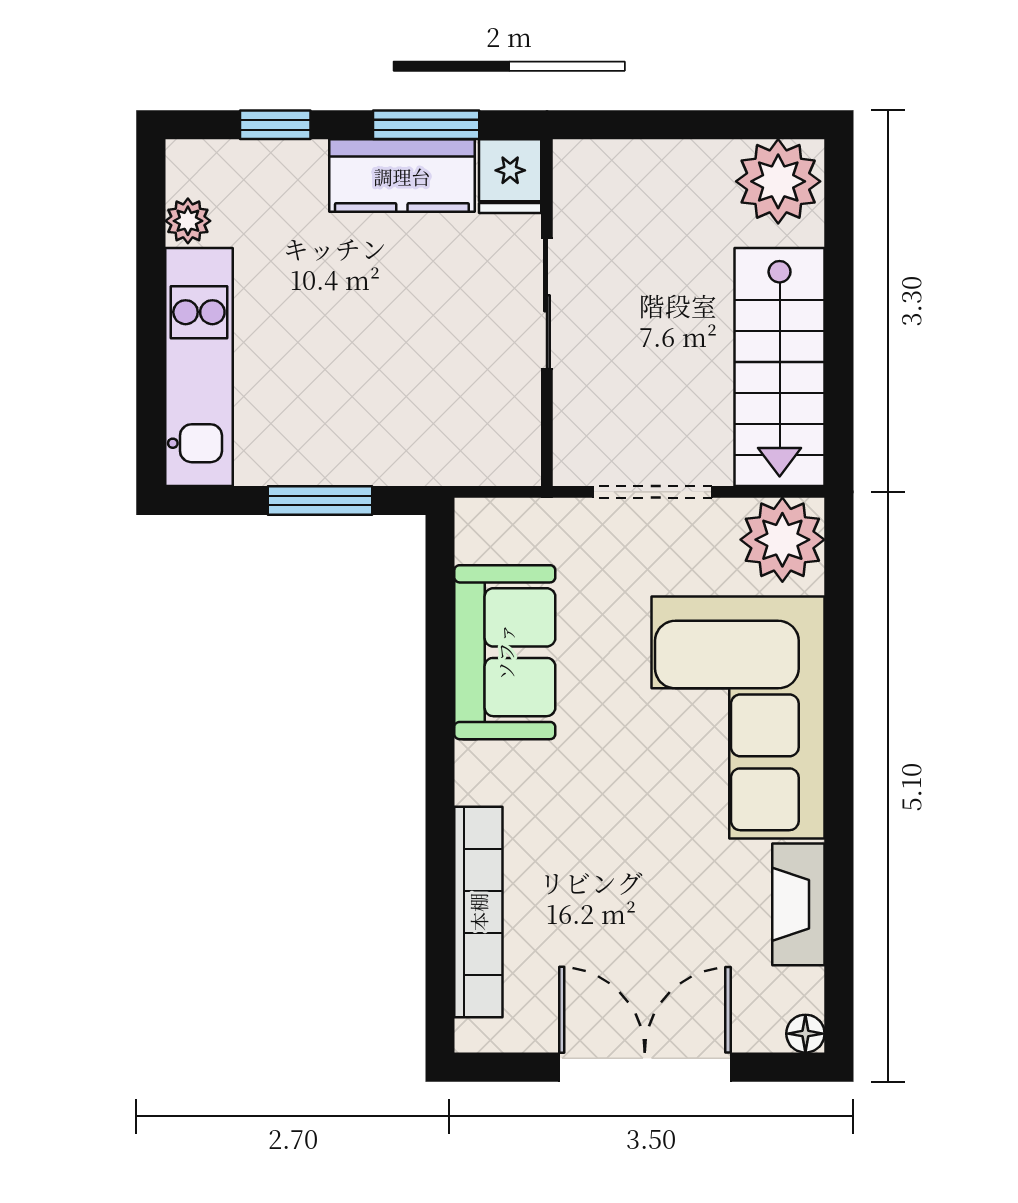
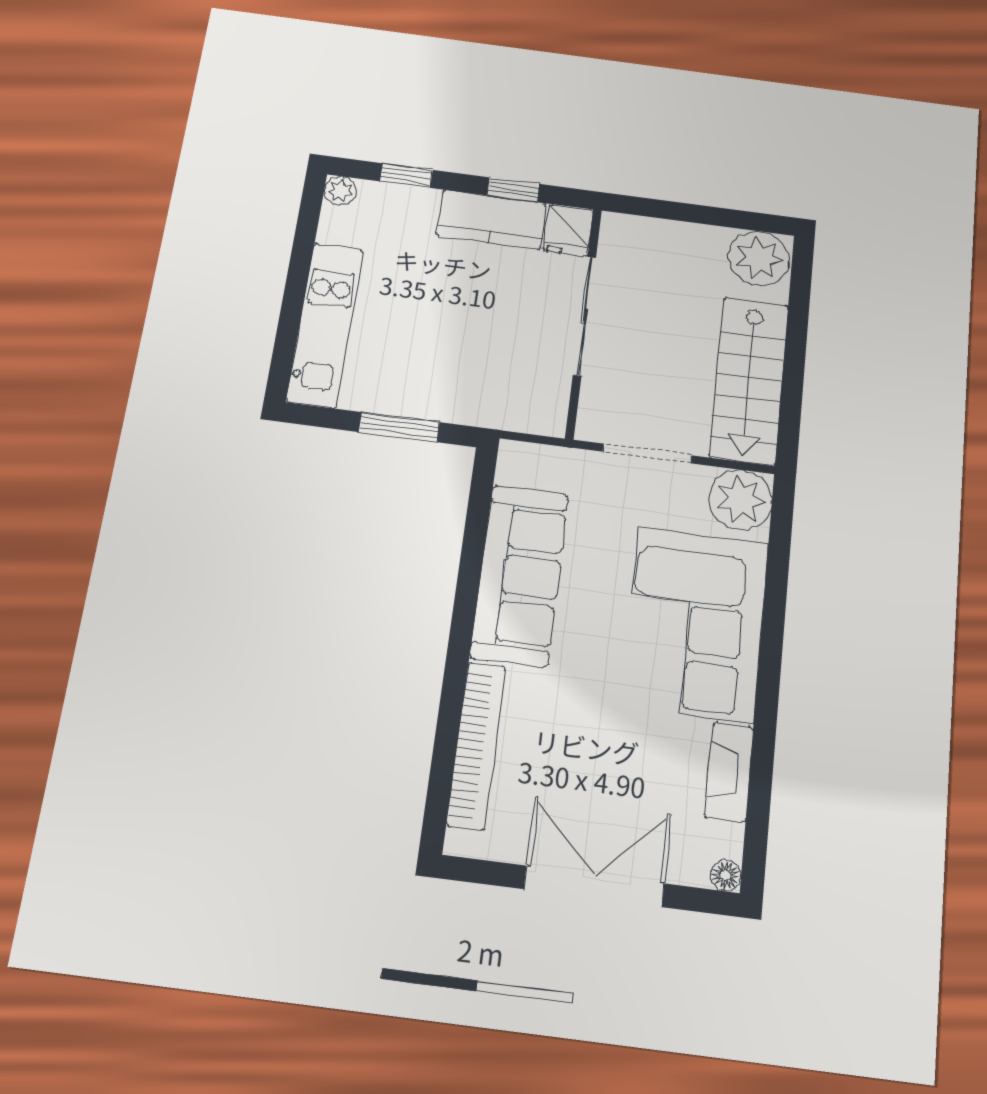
window: (426, 125) -> (513, 190), width x0.67
plant: (188, 221) -> (340, 191), moved
sliding door: (547, 303) -> (584, 316), width x1.37
sofa: (505, 652) -> (520, 575), width x1.36

